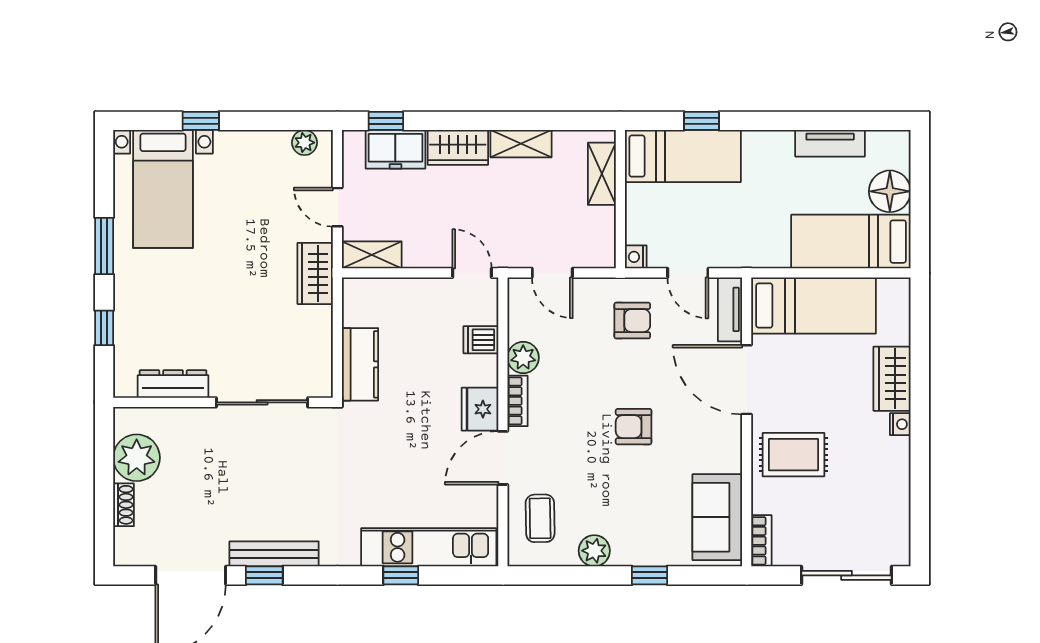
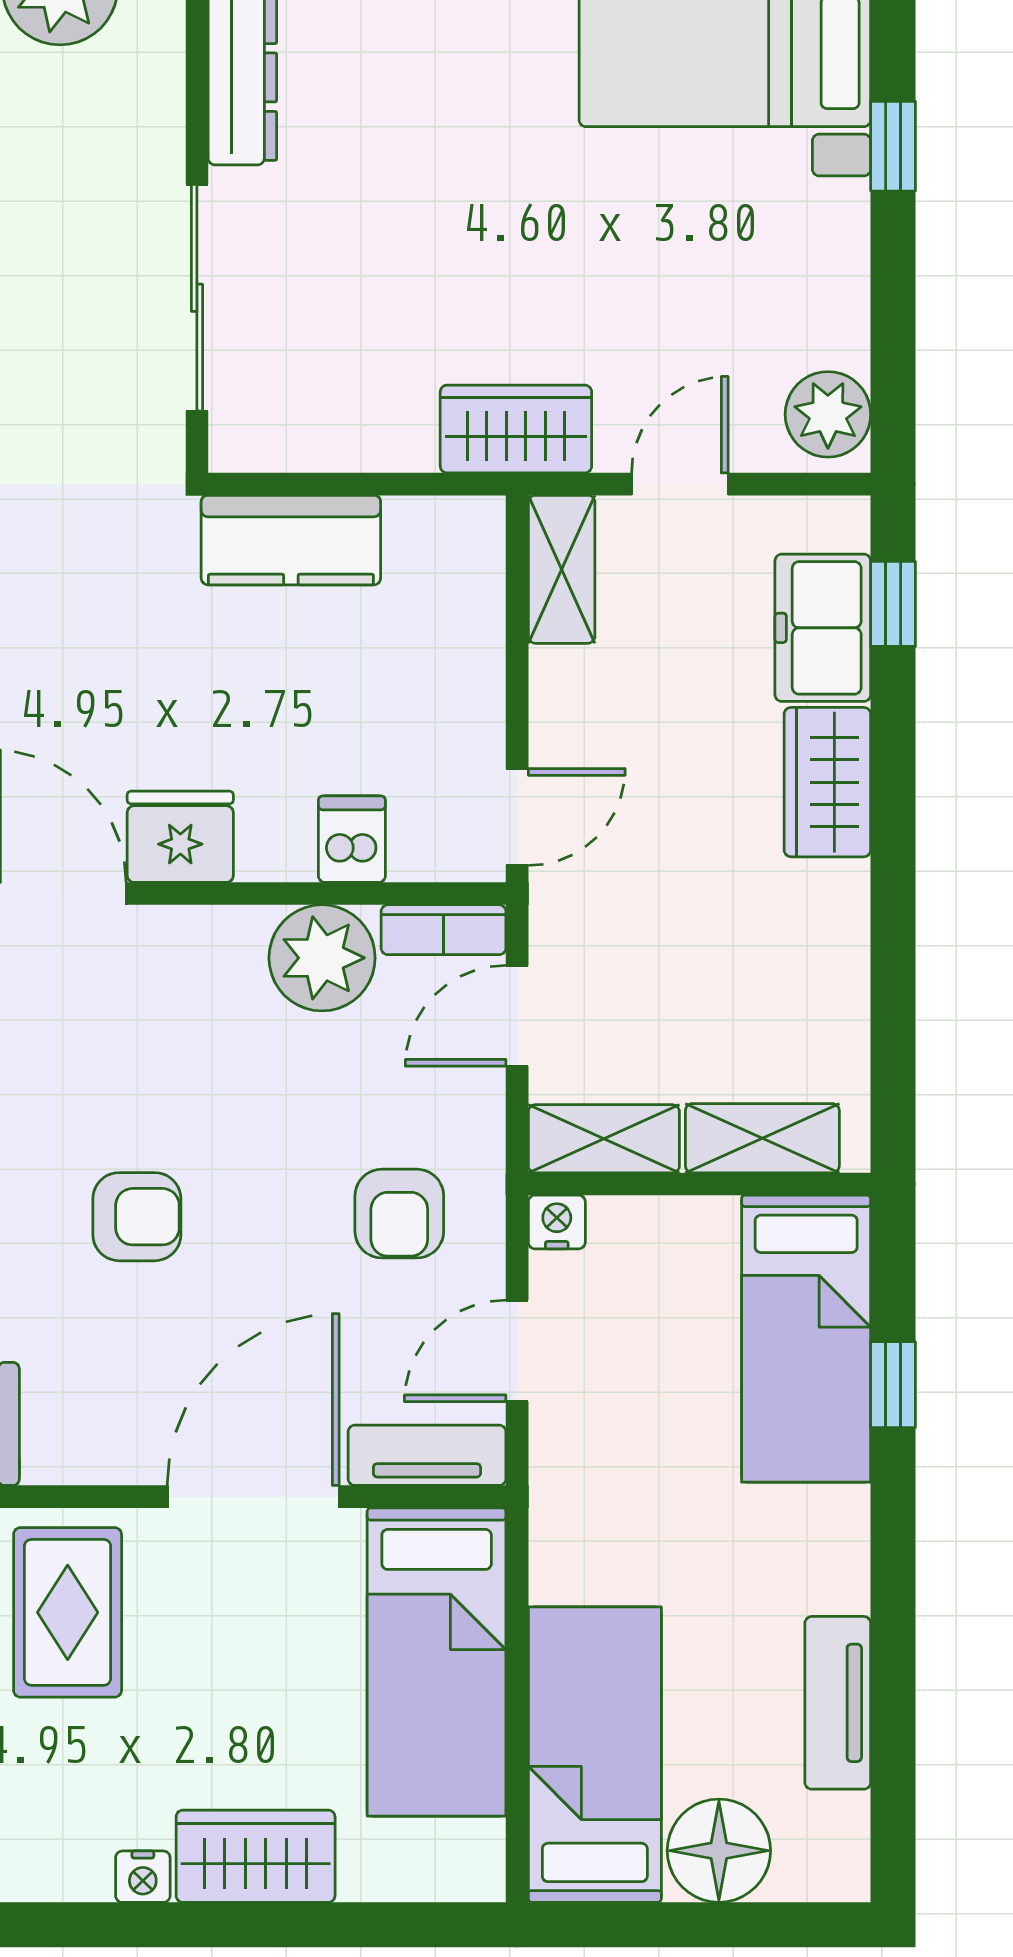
plant: (304, 143) -> (828, 414), width x1.38, depth x1.38
shelving: (521, 144) -> (604, 1139), moved, turned 90
plant: (523, 358) -> (322, 958), width x1.36, depth x1.36
bookcase: (518, 401) -> (444, 930), moved
armchair: (634, 427) -> (137, 1217), turned 90

